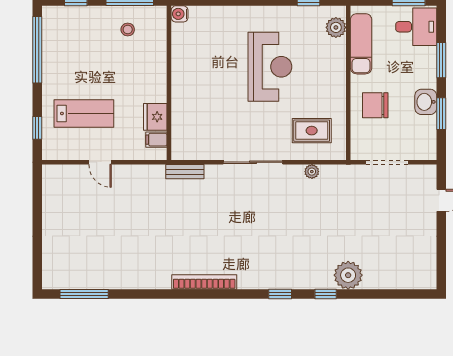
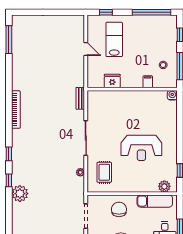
lab bench: (84, 113) -> (114, 39), turned 180
filing cabinet: (156, 140) -> (148, 82), moved
door: (100, 162) -> (86, 49), swing flipped

